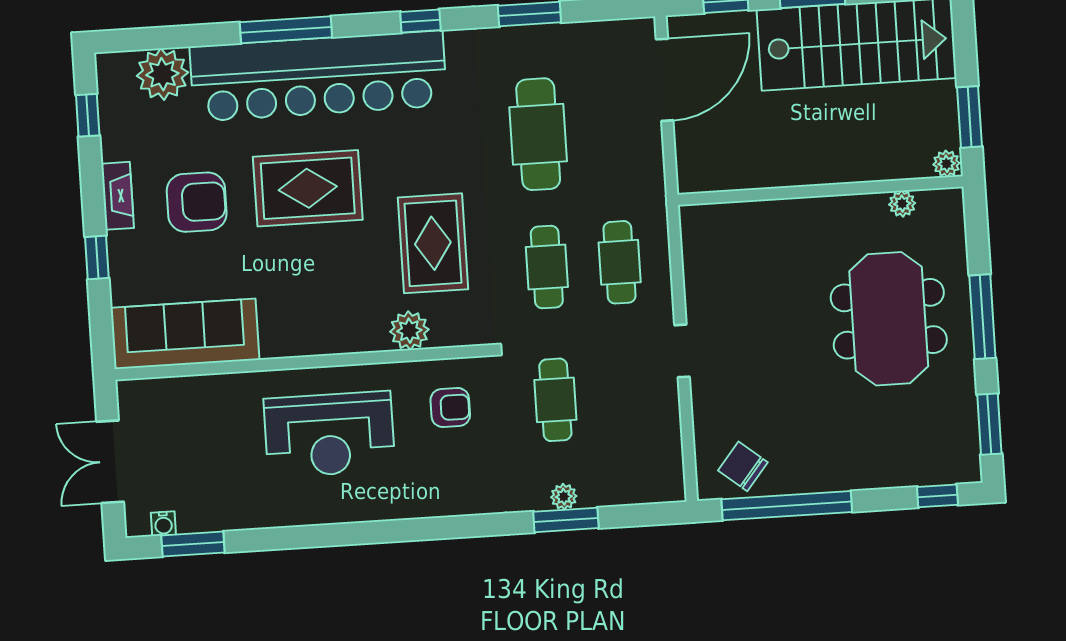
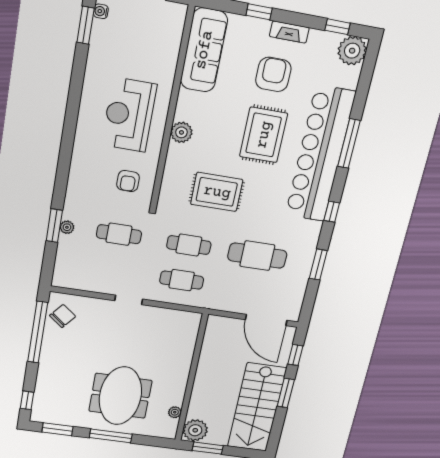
plant: (162, 74) -> (352, 51), moved
plant: (947, 164) -> (195, 430), width x1.88, depth x1.88
armchair: (197, 202) -> (273, 74), turned 180
meeting table: (889, 319) -> (120, 396), turned 90
plant: (409, 331) -> (181, 132), moved

